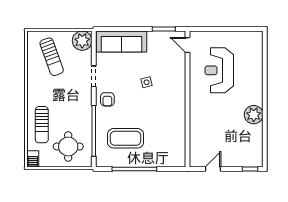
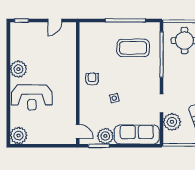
plant: (157, 40) -> (105, 136), added
plant: (253, 40) -> (19, 136), added
plant: (82, 41) -> (172, 122), moved
reception desk: (219, 70) -> (32, 97), moved, turned 90
armchair: (107, 99) -> (92, 79), moved

